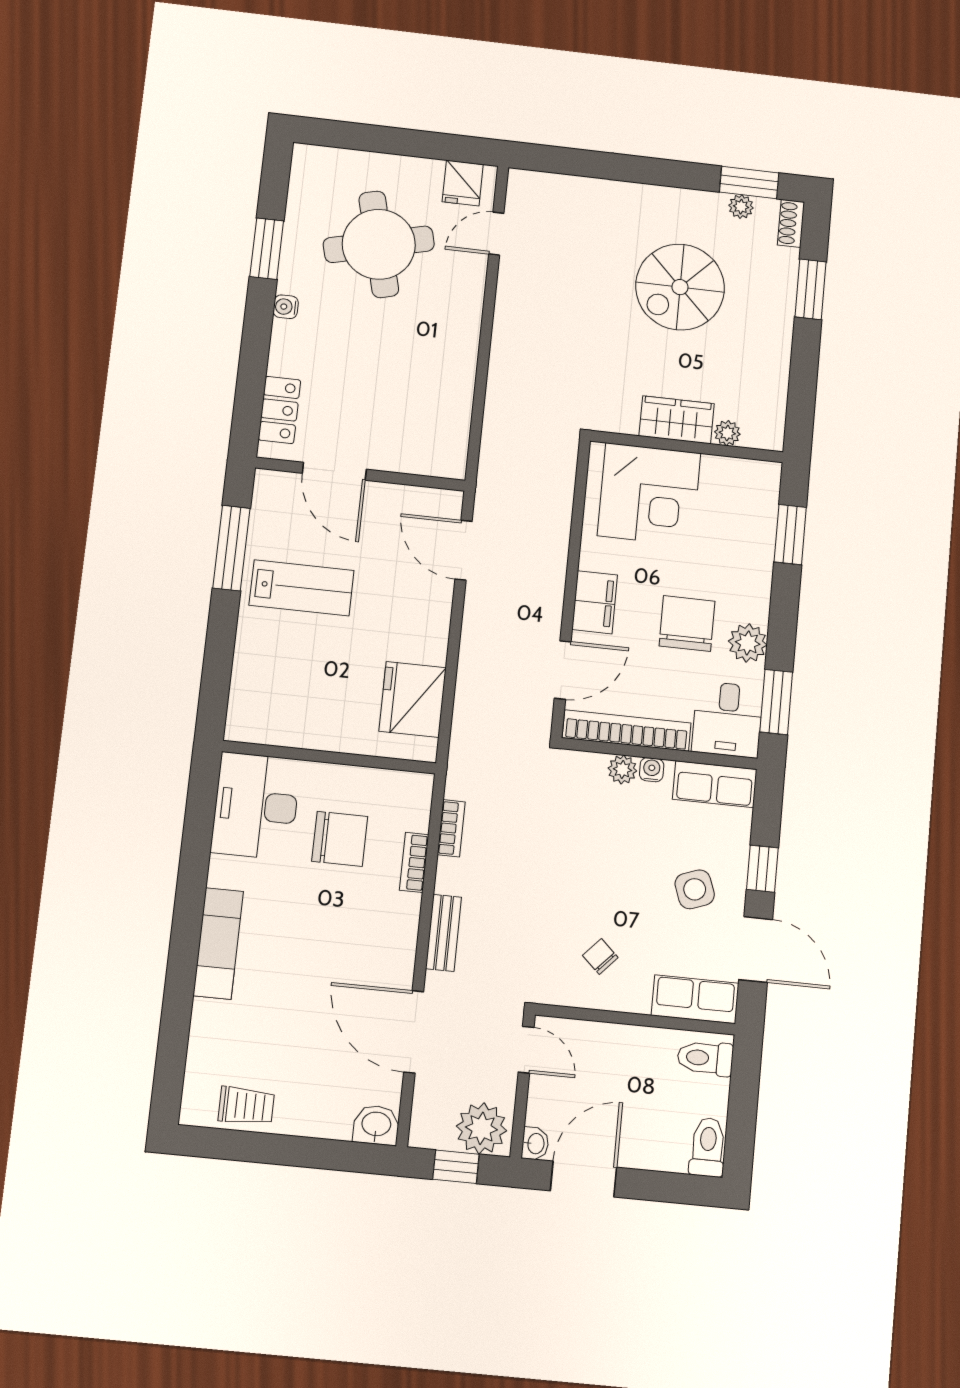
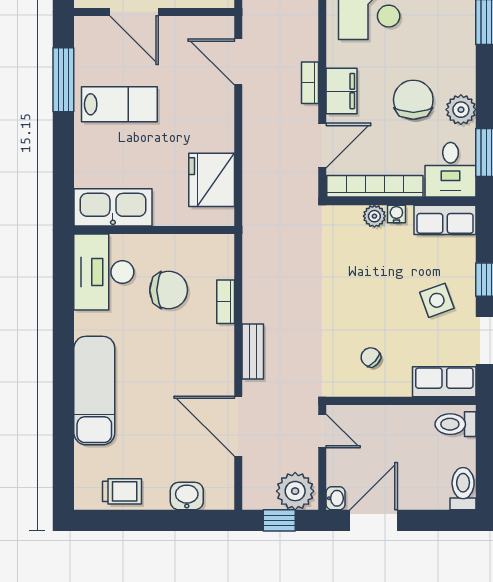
kitchen sink: (278, 722) -> (113, 207), added
bookcase: (451, 828) -> (310, 83), moved, turned 180
exam couch: (218, 943) -> (94, 391), width x1.36, depth x1.45
washbasin: (376, 1125) -> (187, 496), moved

